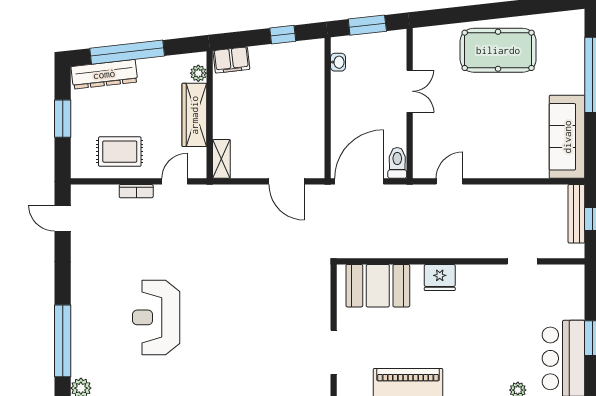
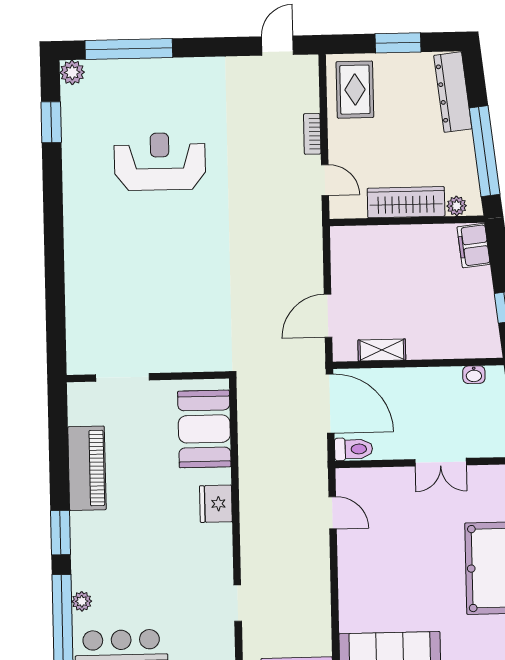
window: (127, 52) -> (485, 151), moved
rug: (120, 152) -> (355, 90), moved
shelving: (221, 159) -> (382, 350), moved

